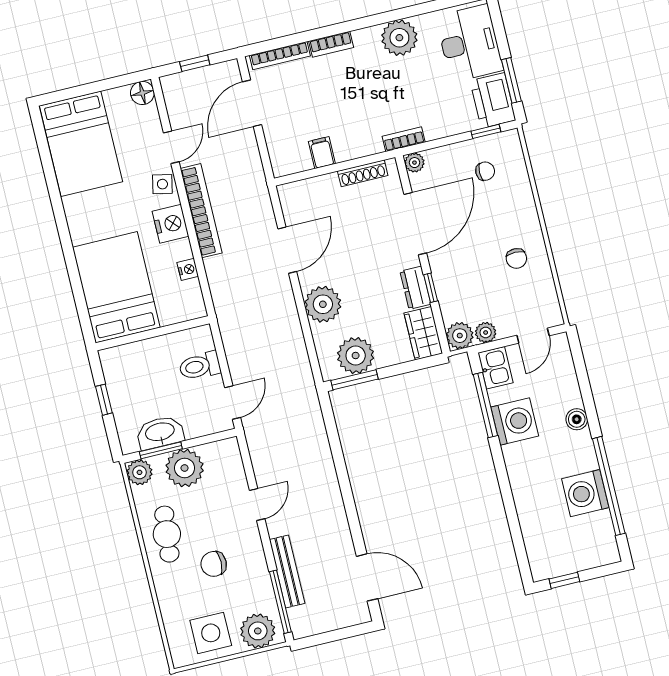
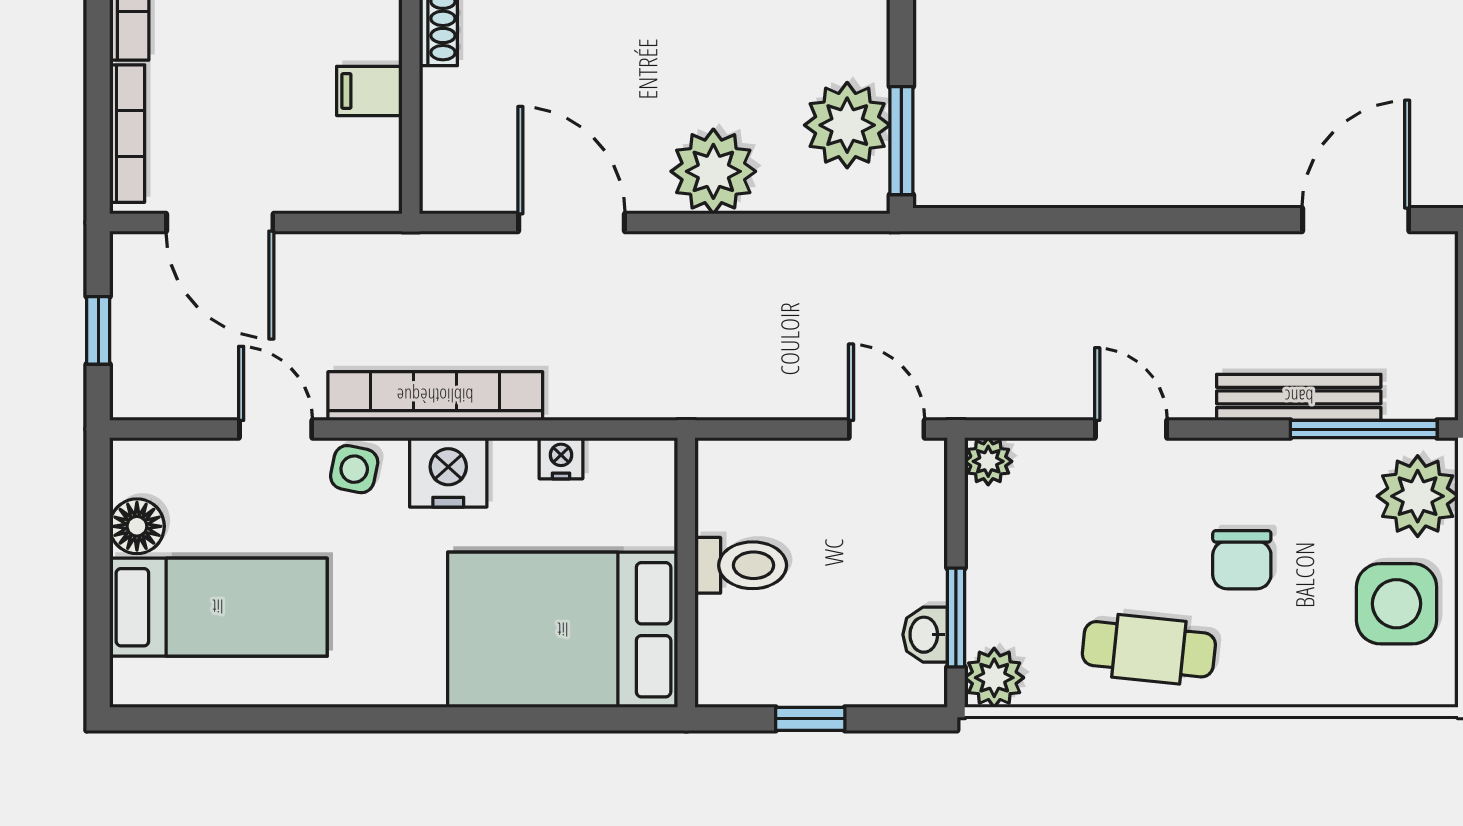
floor lamp: (142, 93) -> (137, 526), moved
bed: (81, 144) -> (218, 607), width x0.67
toilet: (200, 366) -> (741, 565), moved, turned -90
washbasin: (160, 433) -> (925, 635), width x0.52, depth x0.69
plant: (185, 468) -> (988, 461), moved, width x0.53, depth x0.53

